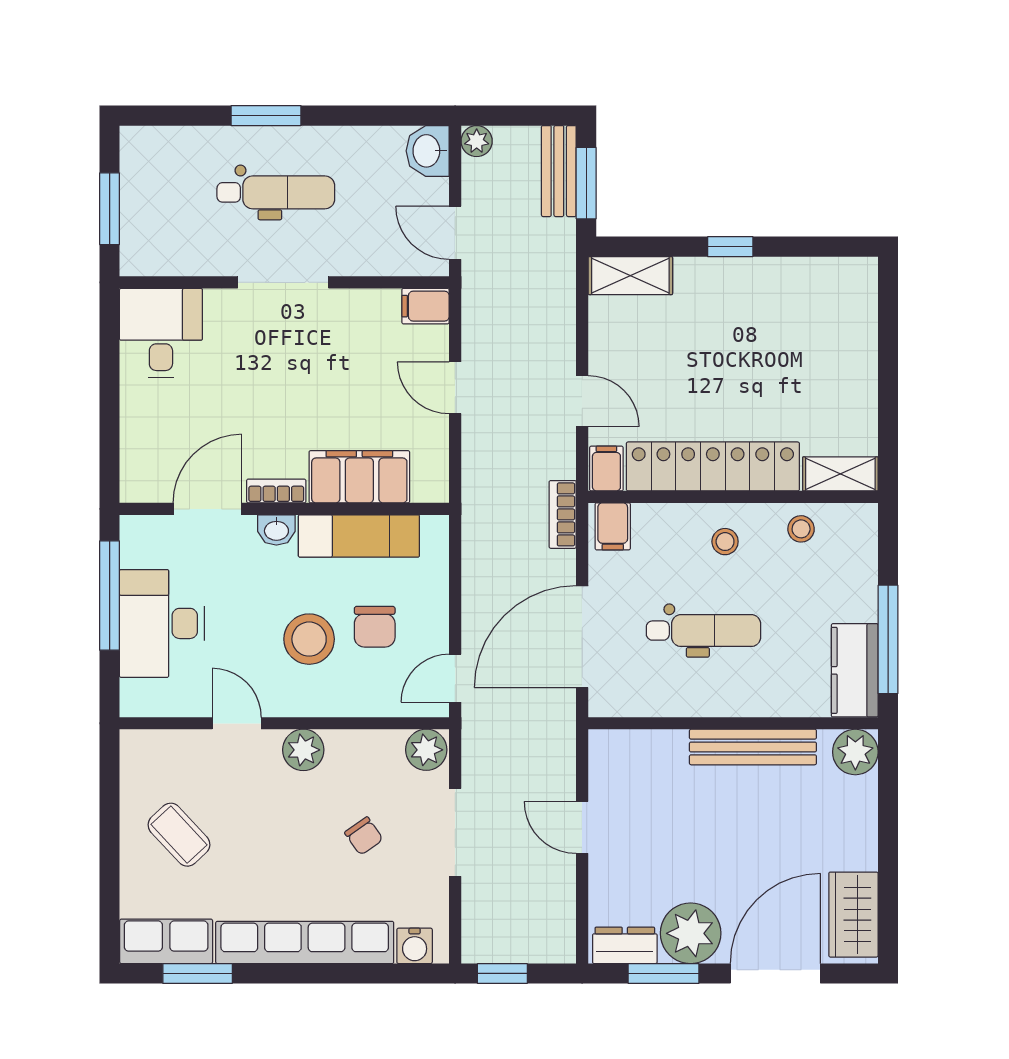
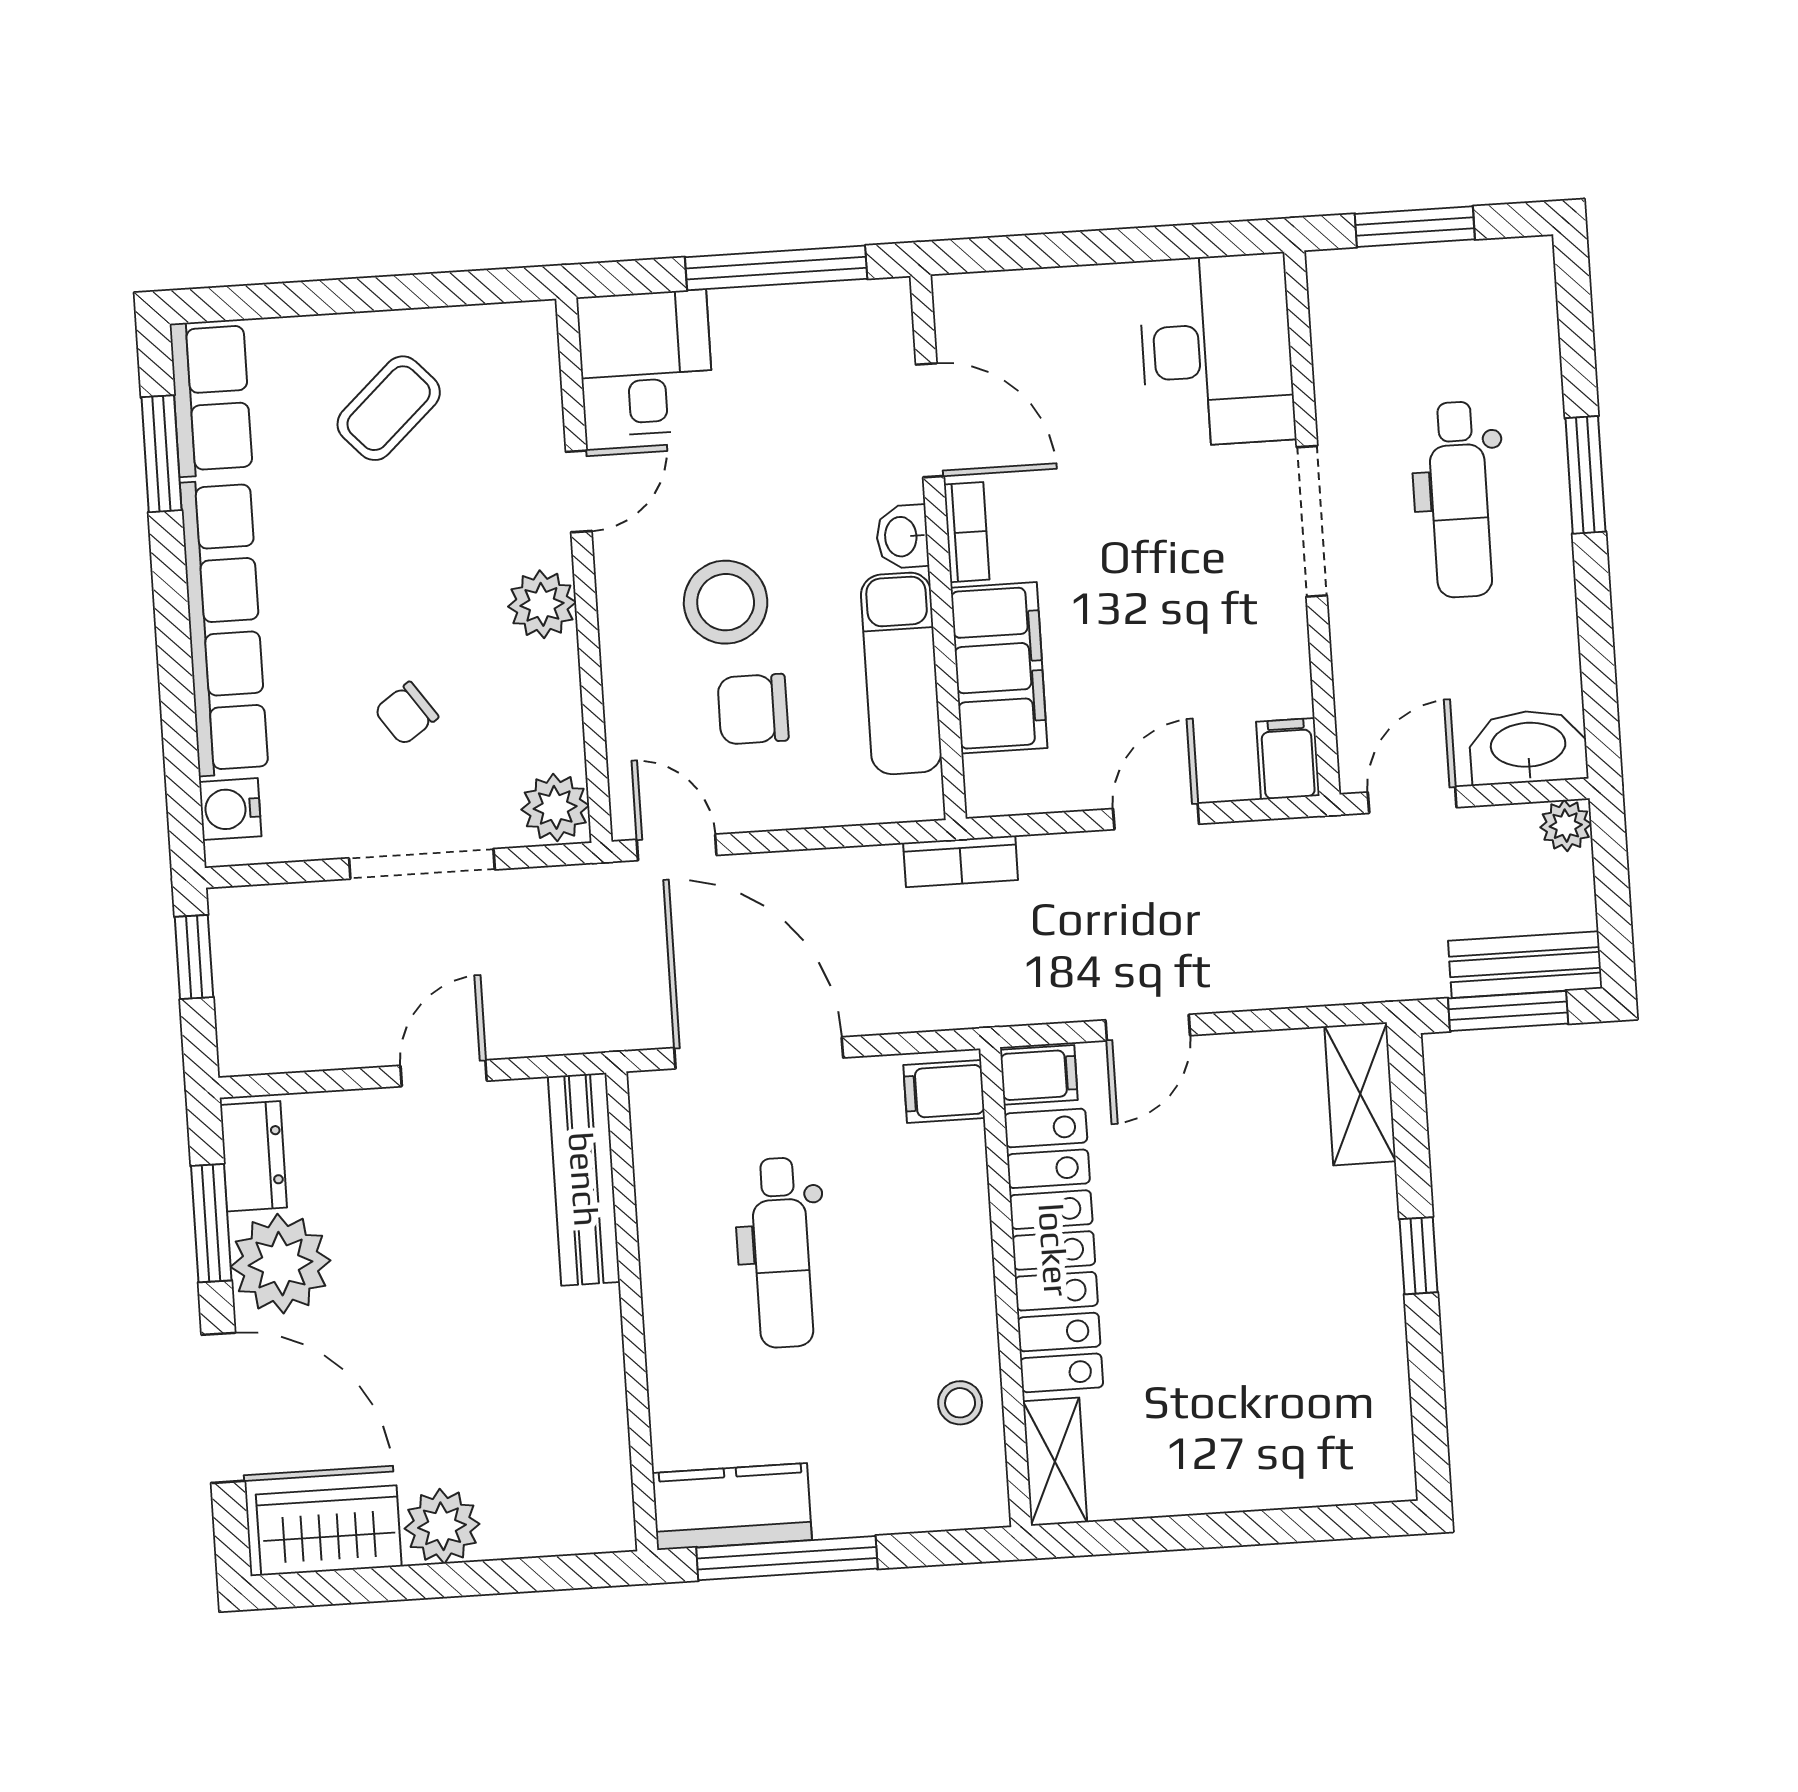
washbasin: (428, 151) -> (1528, 747), width x1.38
desk: (161, 333) -> (1217, 350), width x1.37
bookcase: (563, 514) -> (961, 861), moved, turned 180
stool: (725, 542) -> (931, 1279), removed
desk: (162, 623) -> (646, 363), moved, width x0.73
bench: (753, 747) -> (584, 1179), moved
plant: (855, 752) -> (442, 1526), moved

